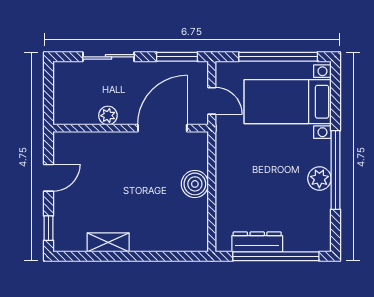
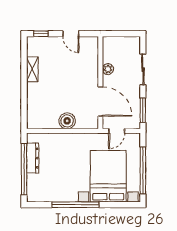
bed with nightstands: (288, 102) -> (108, 176), width x1.36
plant: (319, 179) -> (70, 195), removed

